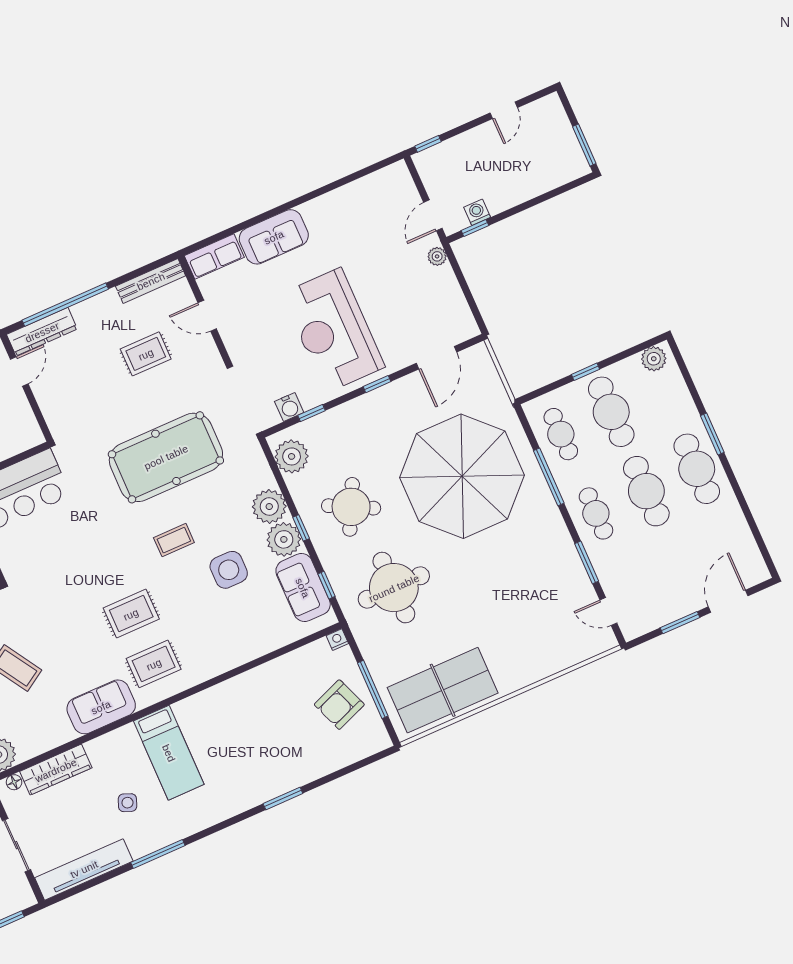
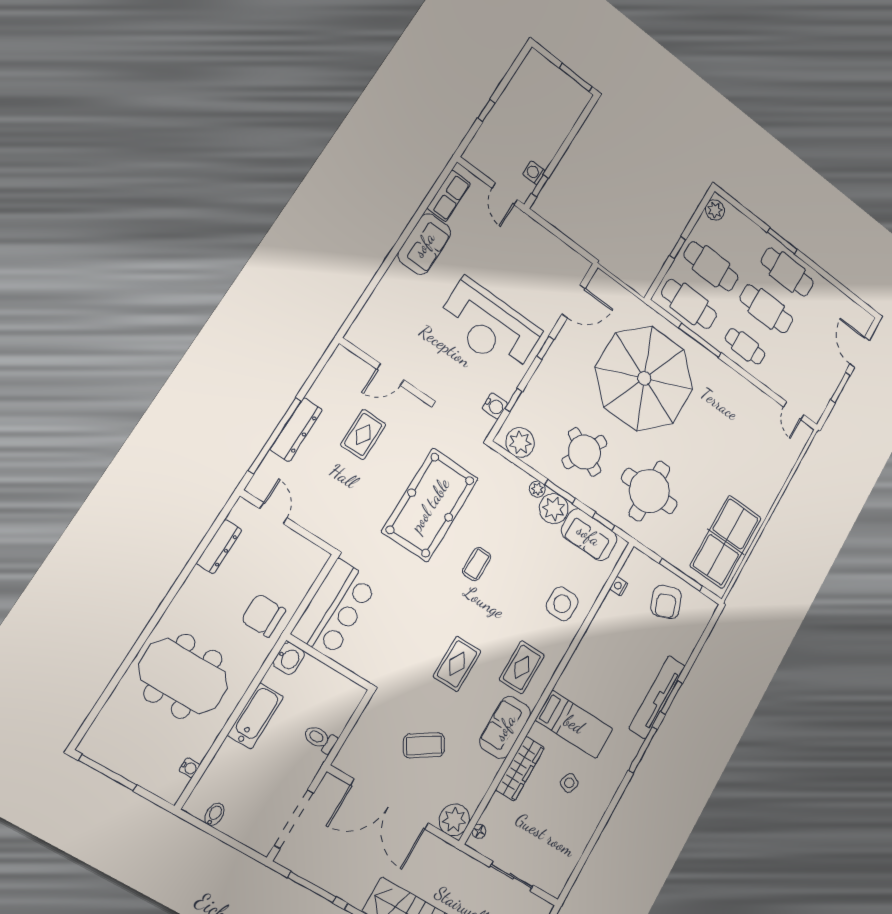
door: (504, 110) -> (505, 82), removed
window: (428, 144) -> (486, 111), moved
sofa: (274, 237) -> (424, 244), moved
row of seats: (214, 256) -> (449, 196), moved
plant: (437, 256) -> (527, 224), removed
bench: (151, 281) -> (329, 374), removed
dresser: (42, 332) -> (296, 430), moved
door: (436, 358) -> (574, 301), hinge flipped
cafe table: (561, 434) -> (689, 304), width x1.37, depth x1.35
plant: (269, 507) -> (537, 489), width x0.53, depth x0.53
window: (301, 528) -> (560, 492), width x1.50
window: (587, 562) -> (760, 385), removed
side table: (229, 570) -> (562, 604), moved
door: (608, 611) -> (794, 411), hinge flipped
rug: (131, 614) -> (457, 664), moved
nightstand: (337, 640) -> (619, 586), moved
wardrobe: (56, 770) -> (520, 769), moved
window: (158, 854) -> (643, 750), moved
tv unit: (84, 869) -> (657, 697), moved

